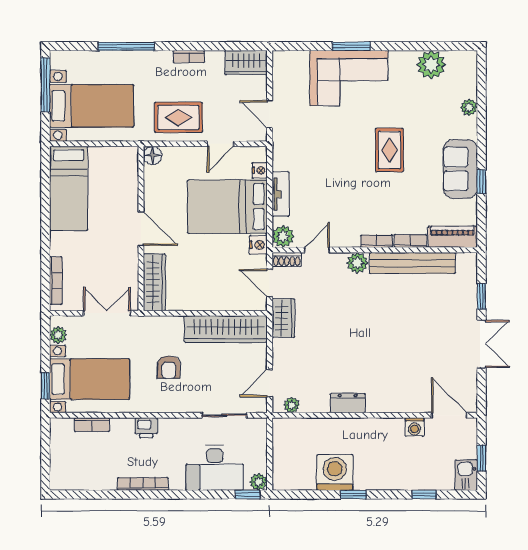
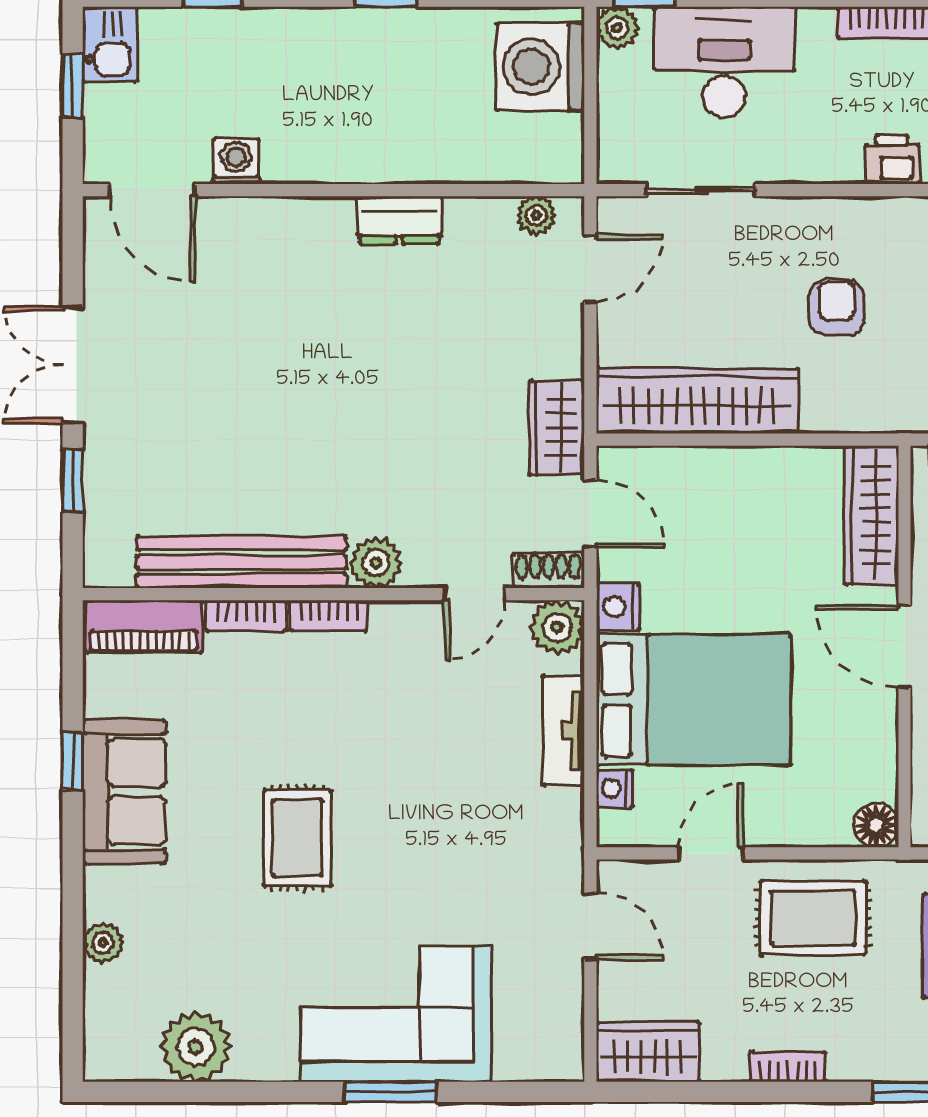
washing machine: (335, 472) -> (540, 67), moved, turned 90

